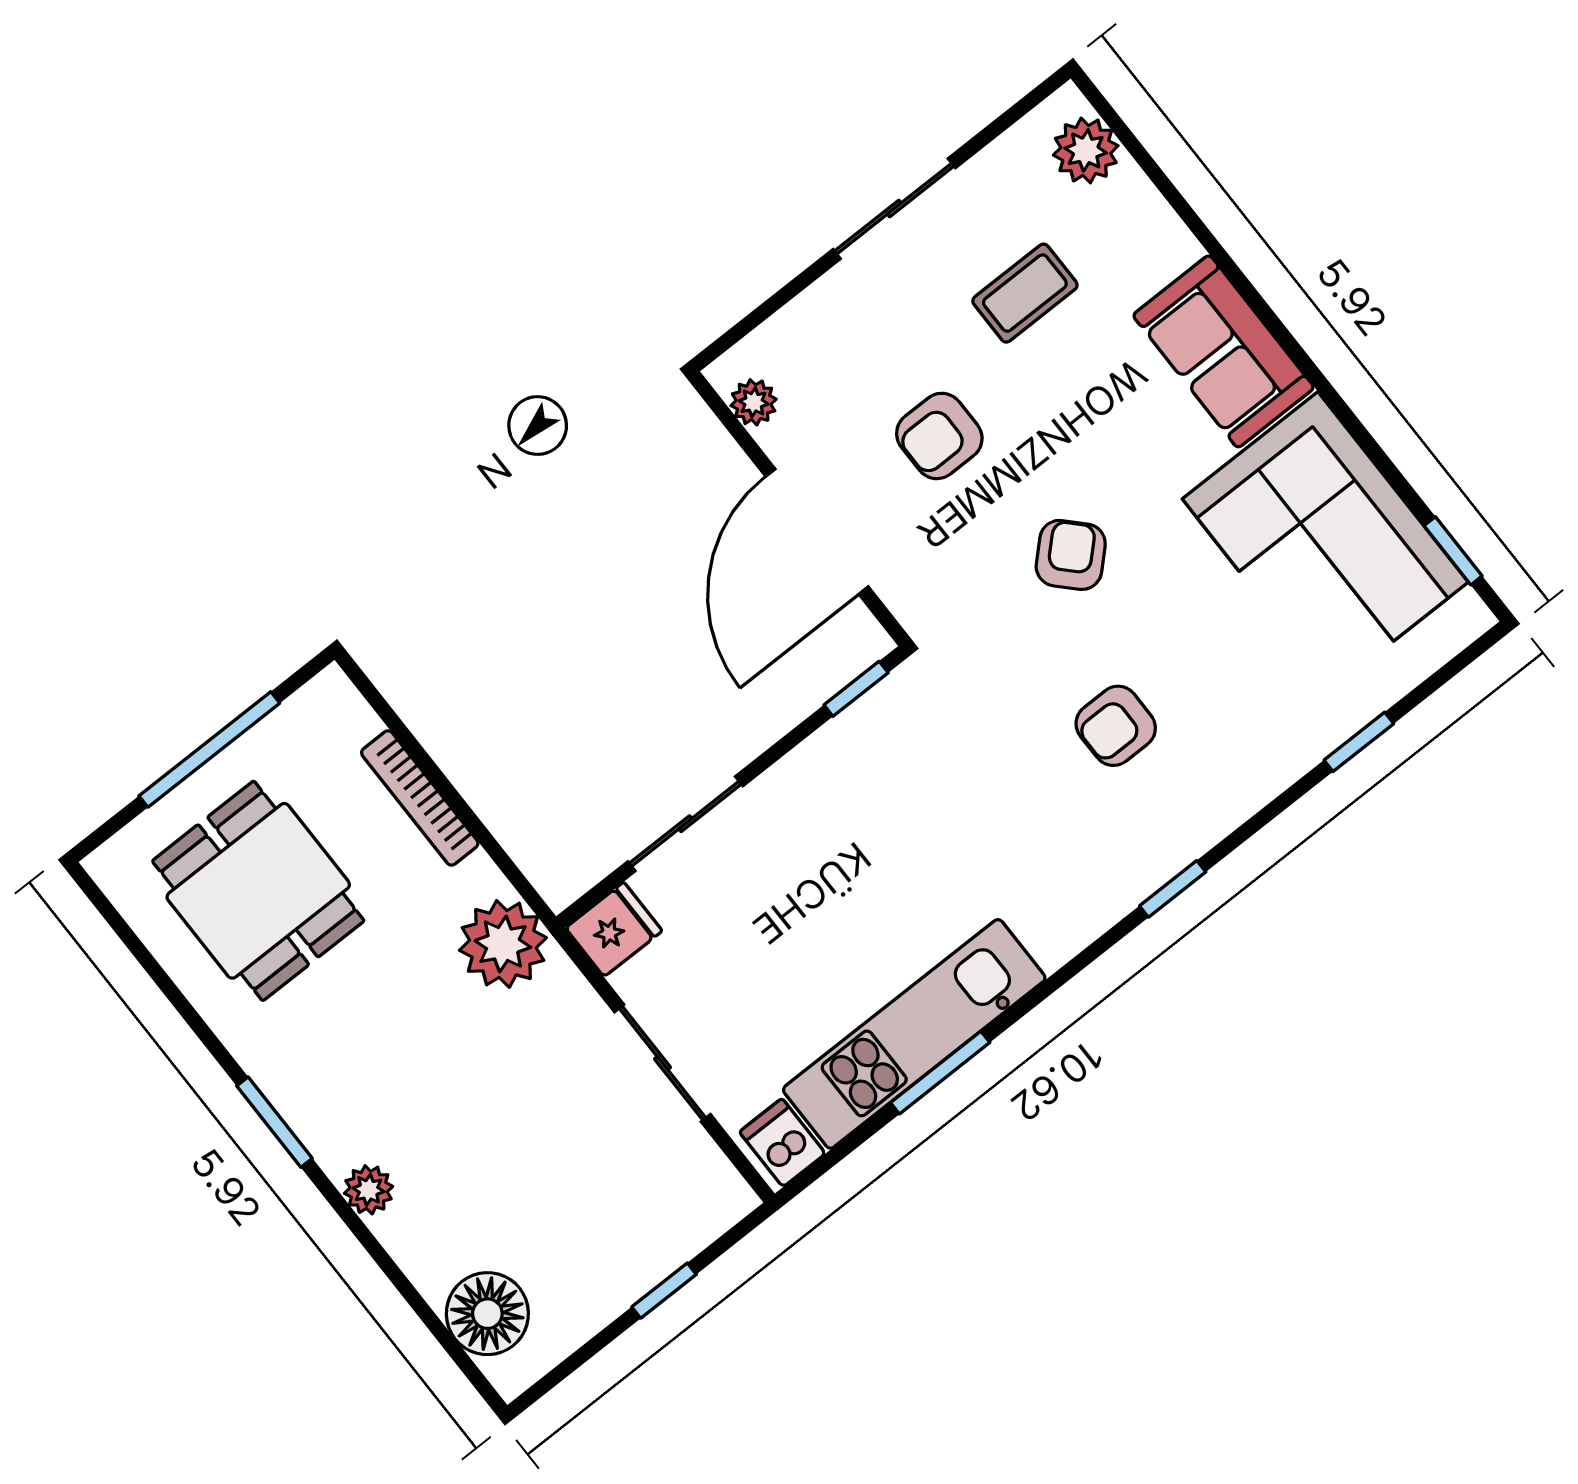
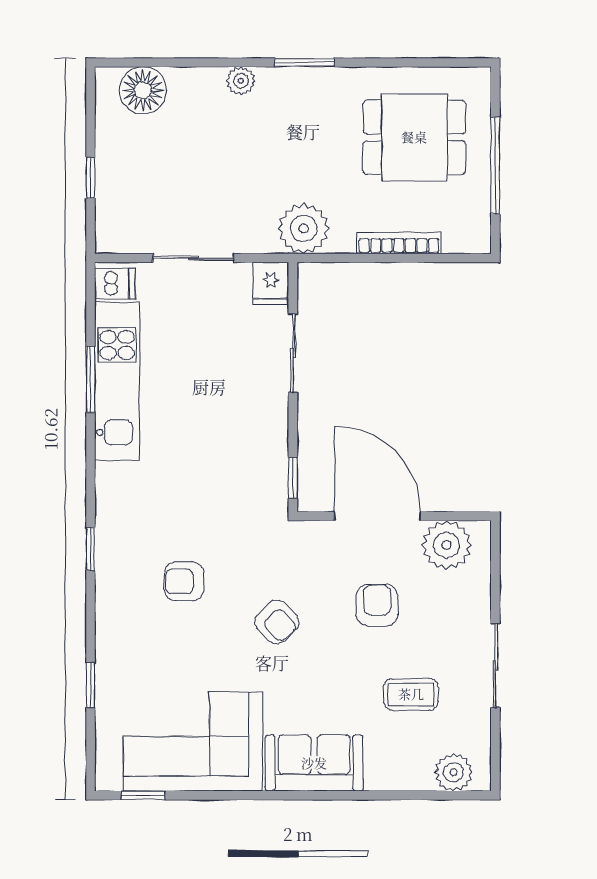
coffee table: (1025, 293) -> (411, 694), turned 90
plant: (754, 402) -> (447, 545), width x1.88, depth x1.88
armchair: (1116, 726) -> (184, 582), turned -90

